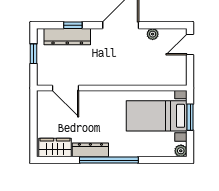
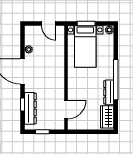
door: (190, 44) -> (49, 24), moved

